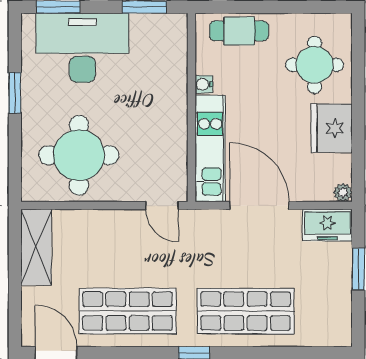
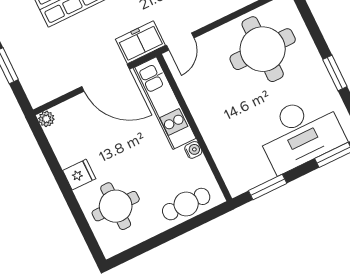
fridge: (332, 128) -> (79, 175), width x0.53, depth x0.75
door: (162, 205) -> (180, 42), swing flipped
freezer: (327, 225) -> (140, 42), moved

